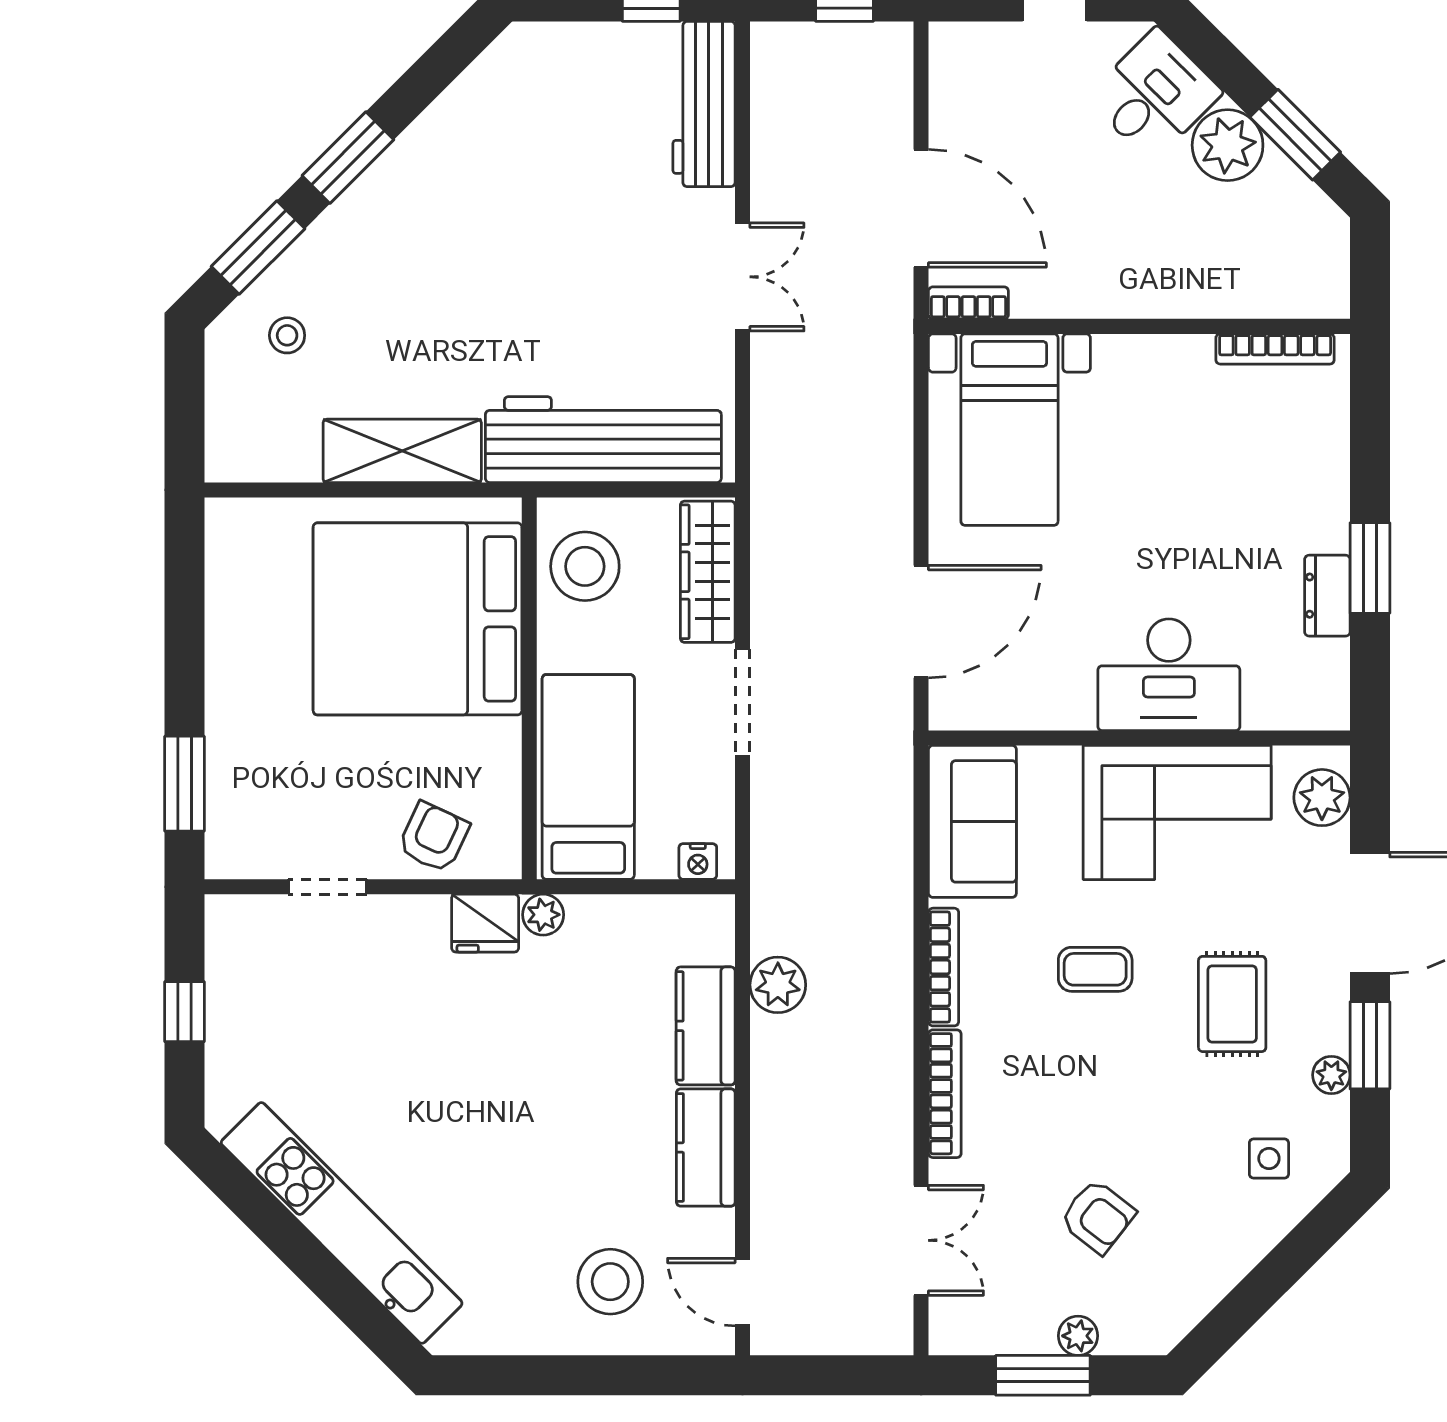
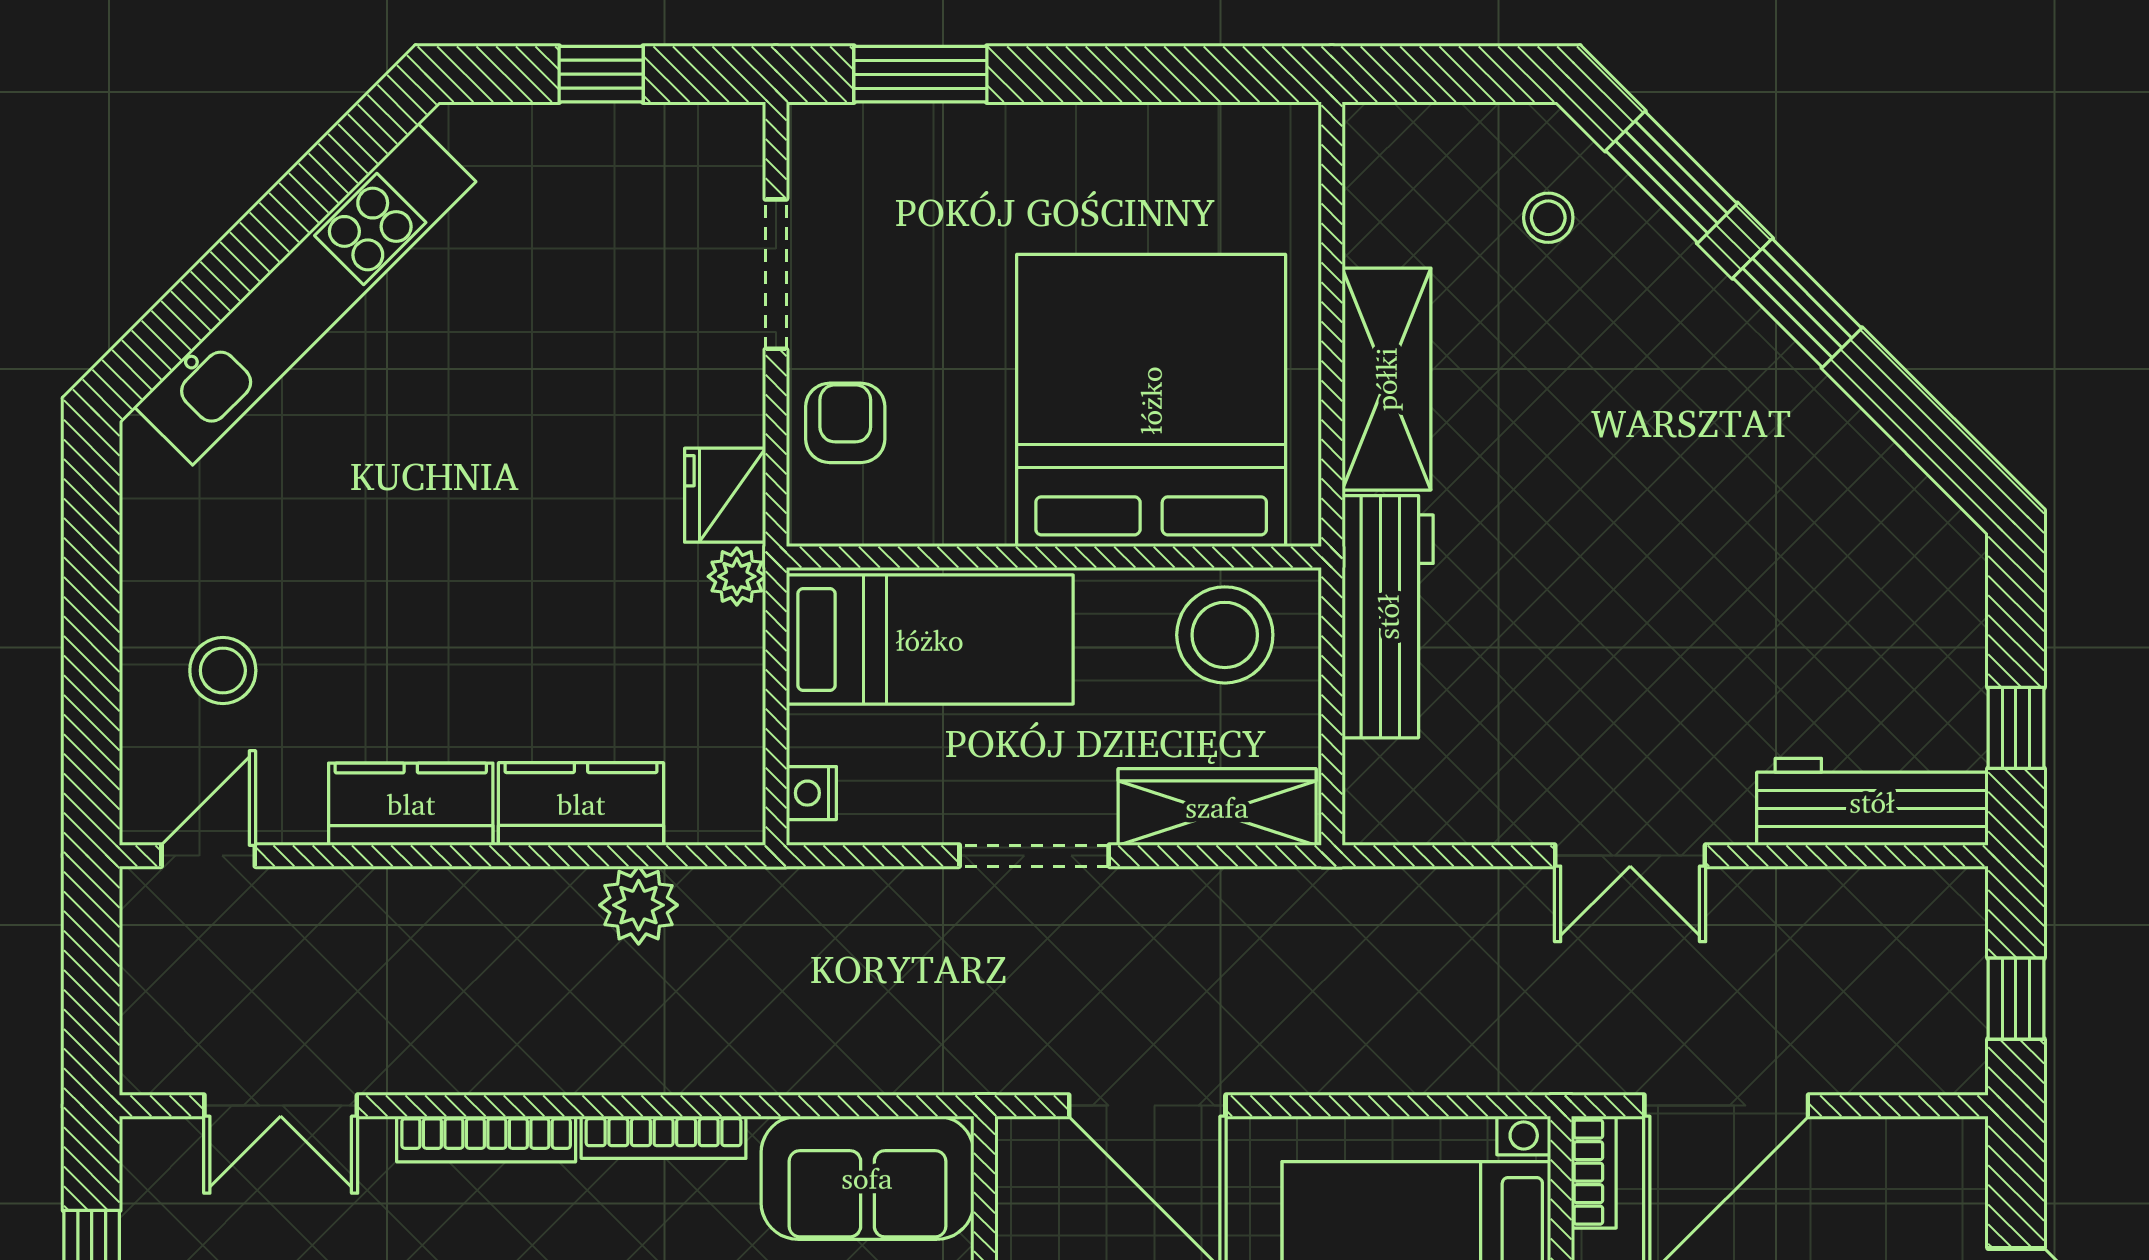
workbench: (603, 440) -> (1388, 617), width x0.73, depth x0.76
armchair: (434, 837) -> (845, 423), turned -115
doorway: (327, 887) -> (776, 274), width x1.38
stool: (610, 1282) -> (223, 670), width x0.73, depth x0.73

